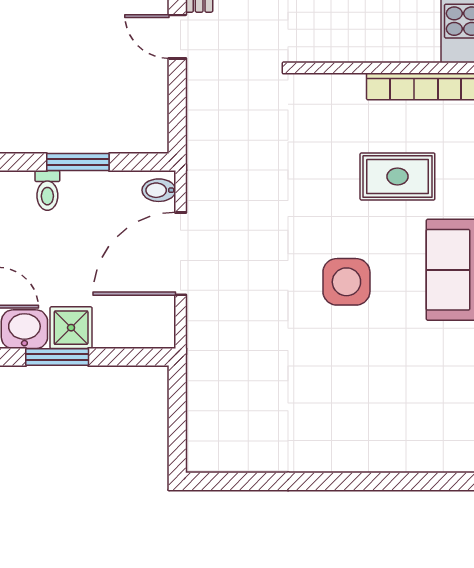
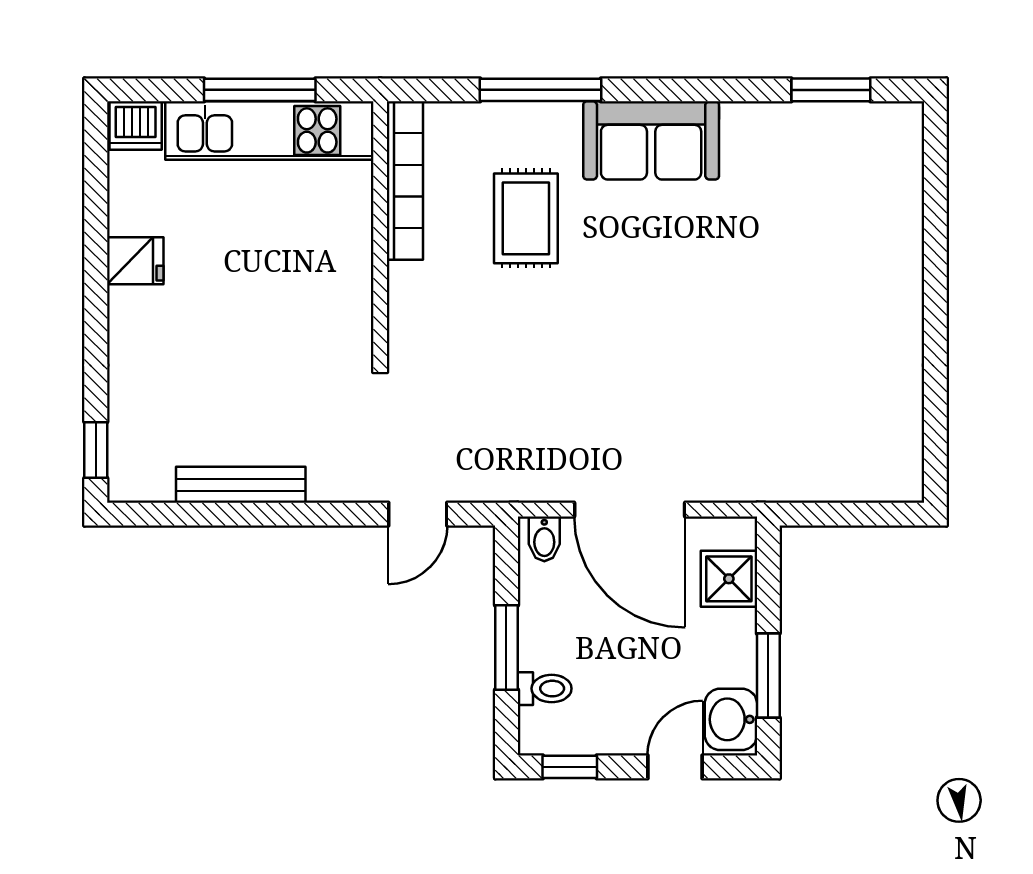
door: (177, 37) -> (418, 514), moved
side table: (346, 282) -> (667, 287), removed
shower: (71, 328) -> (729, 579), moved

